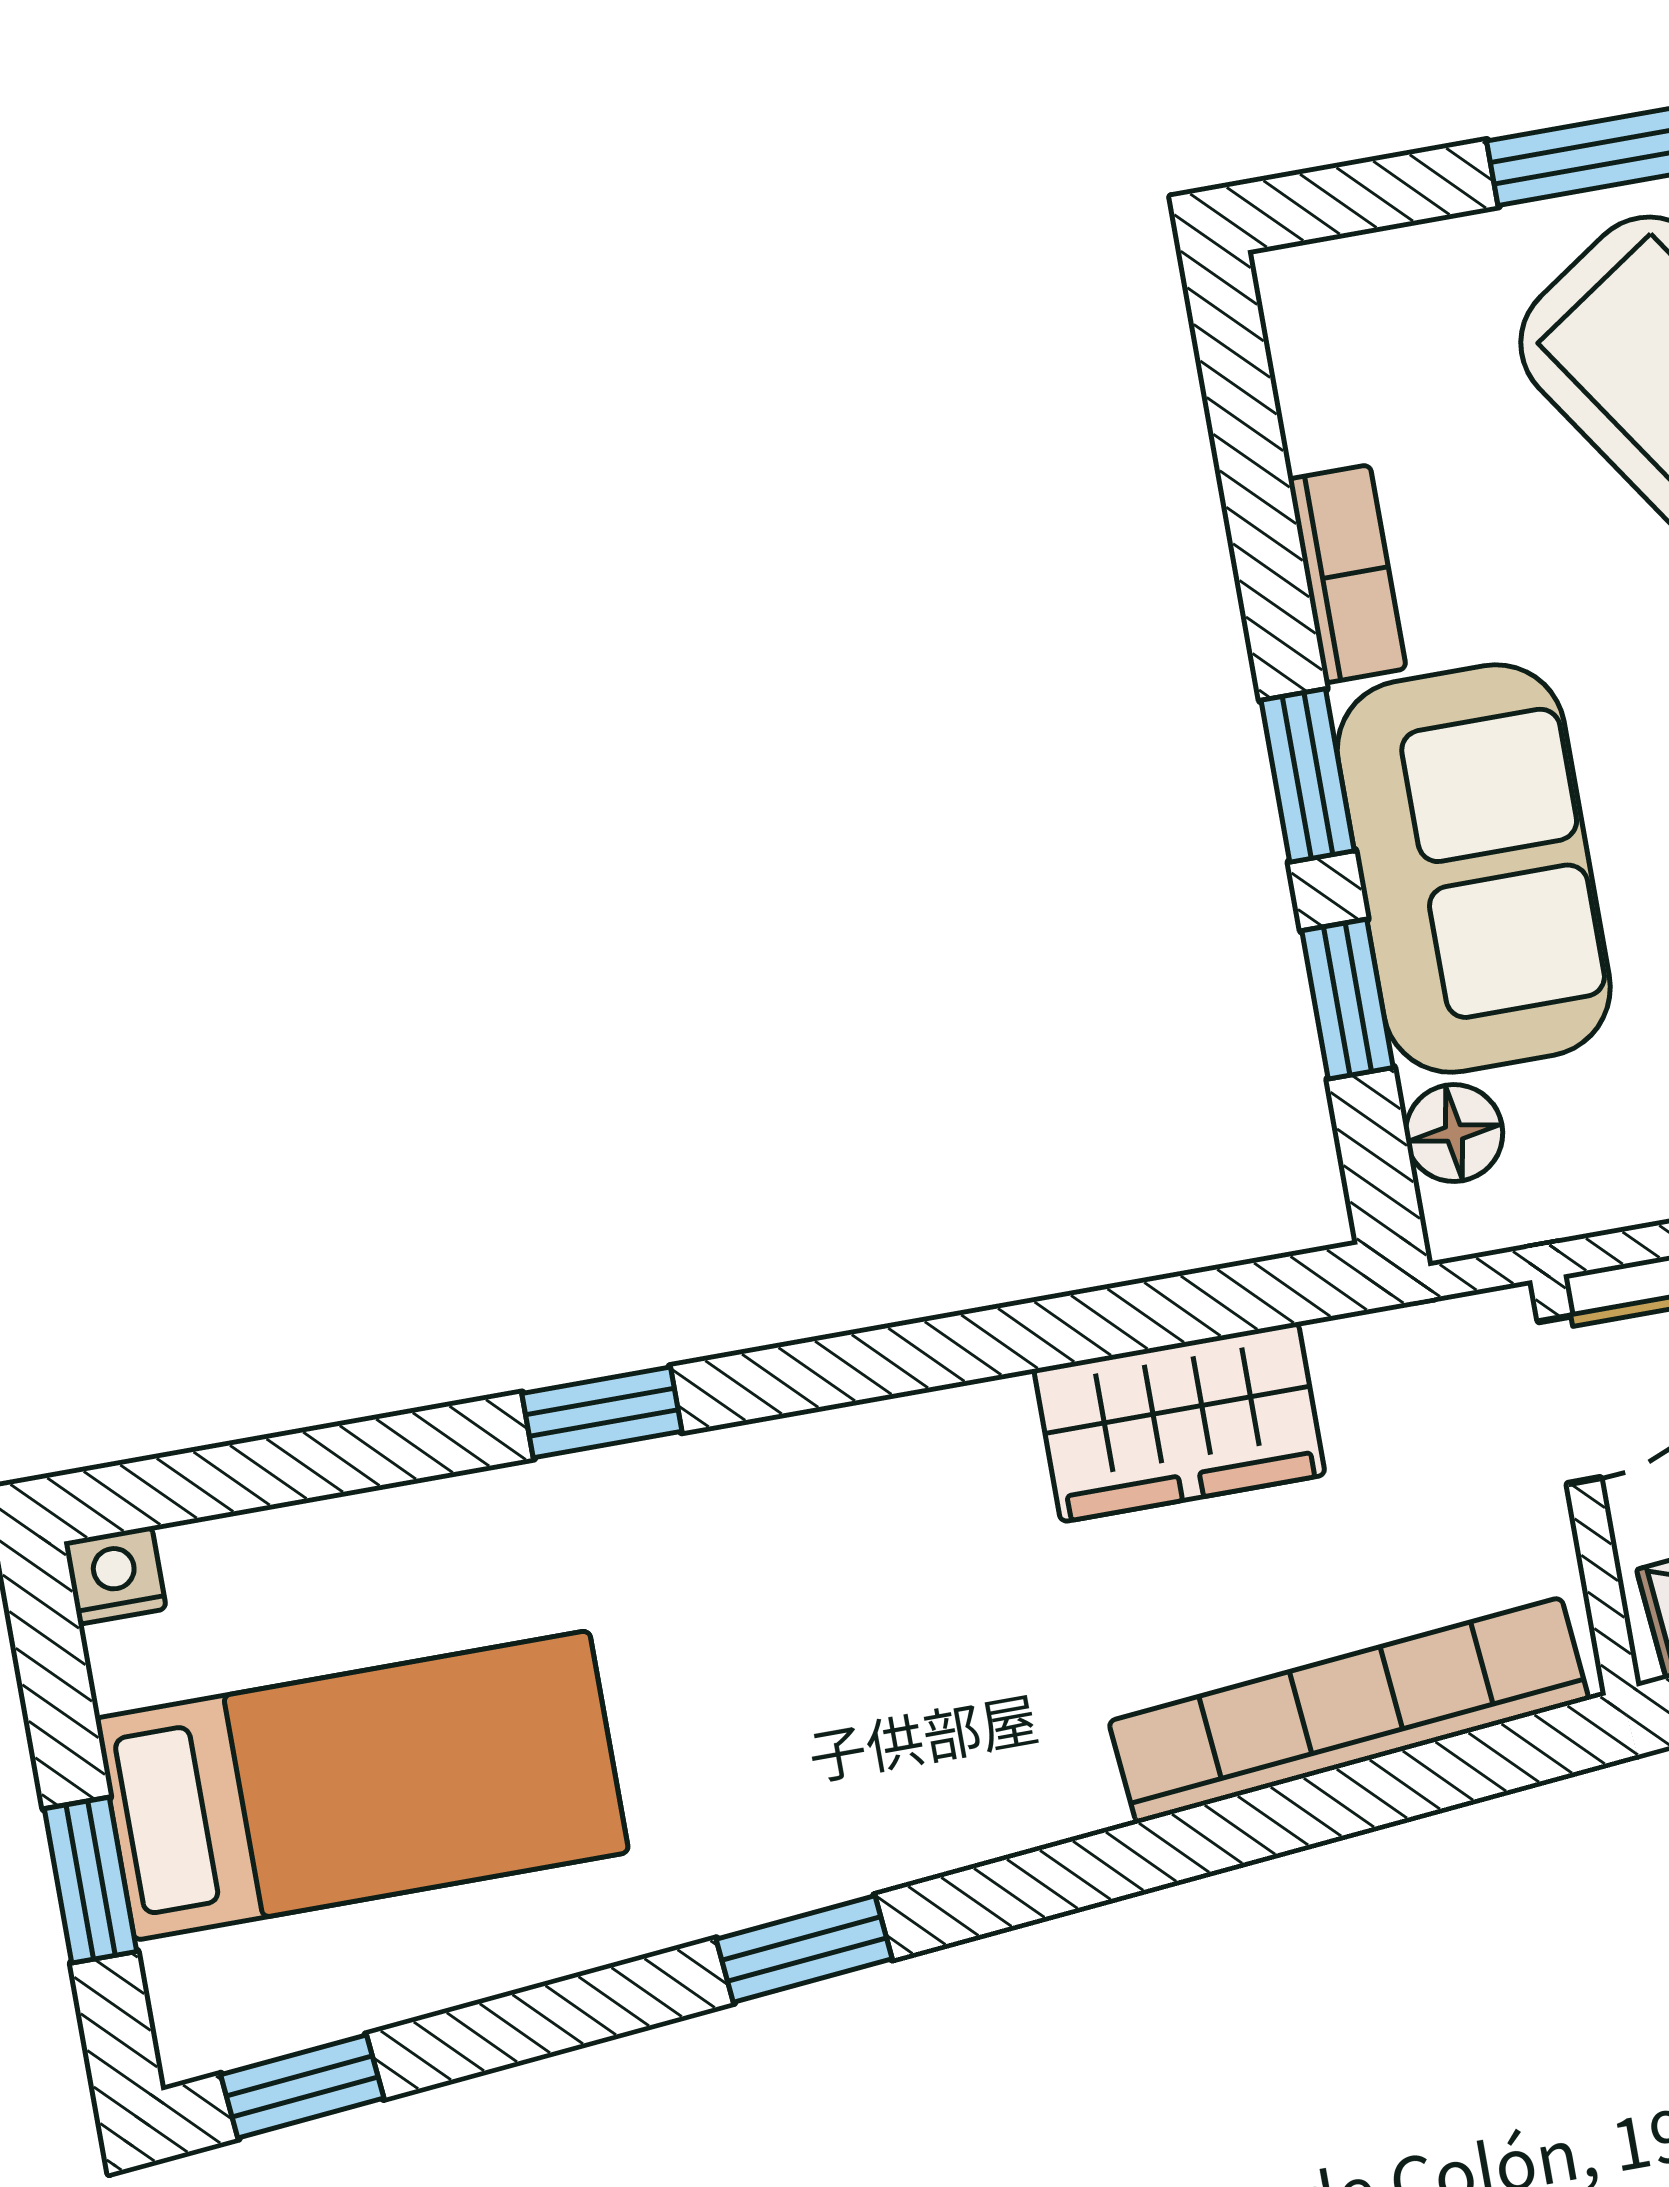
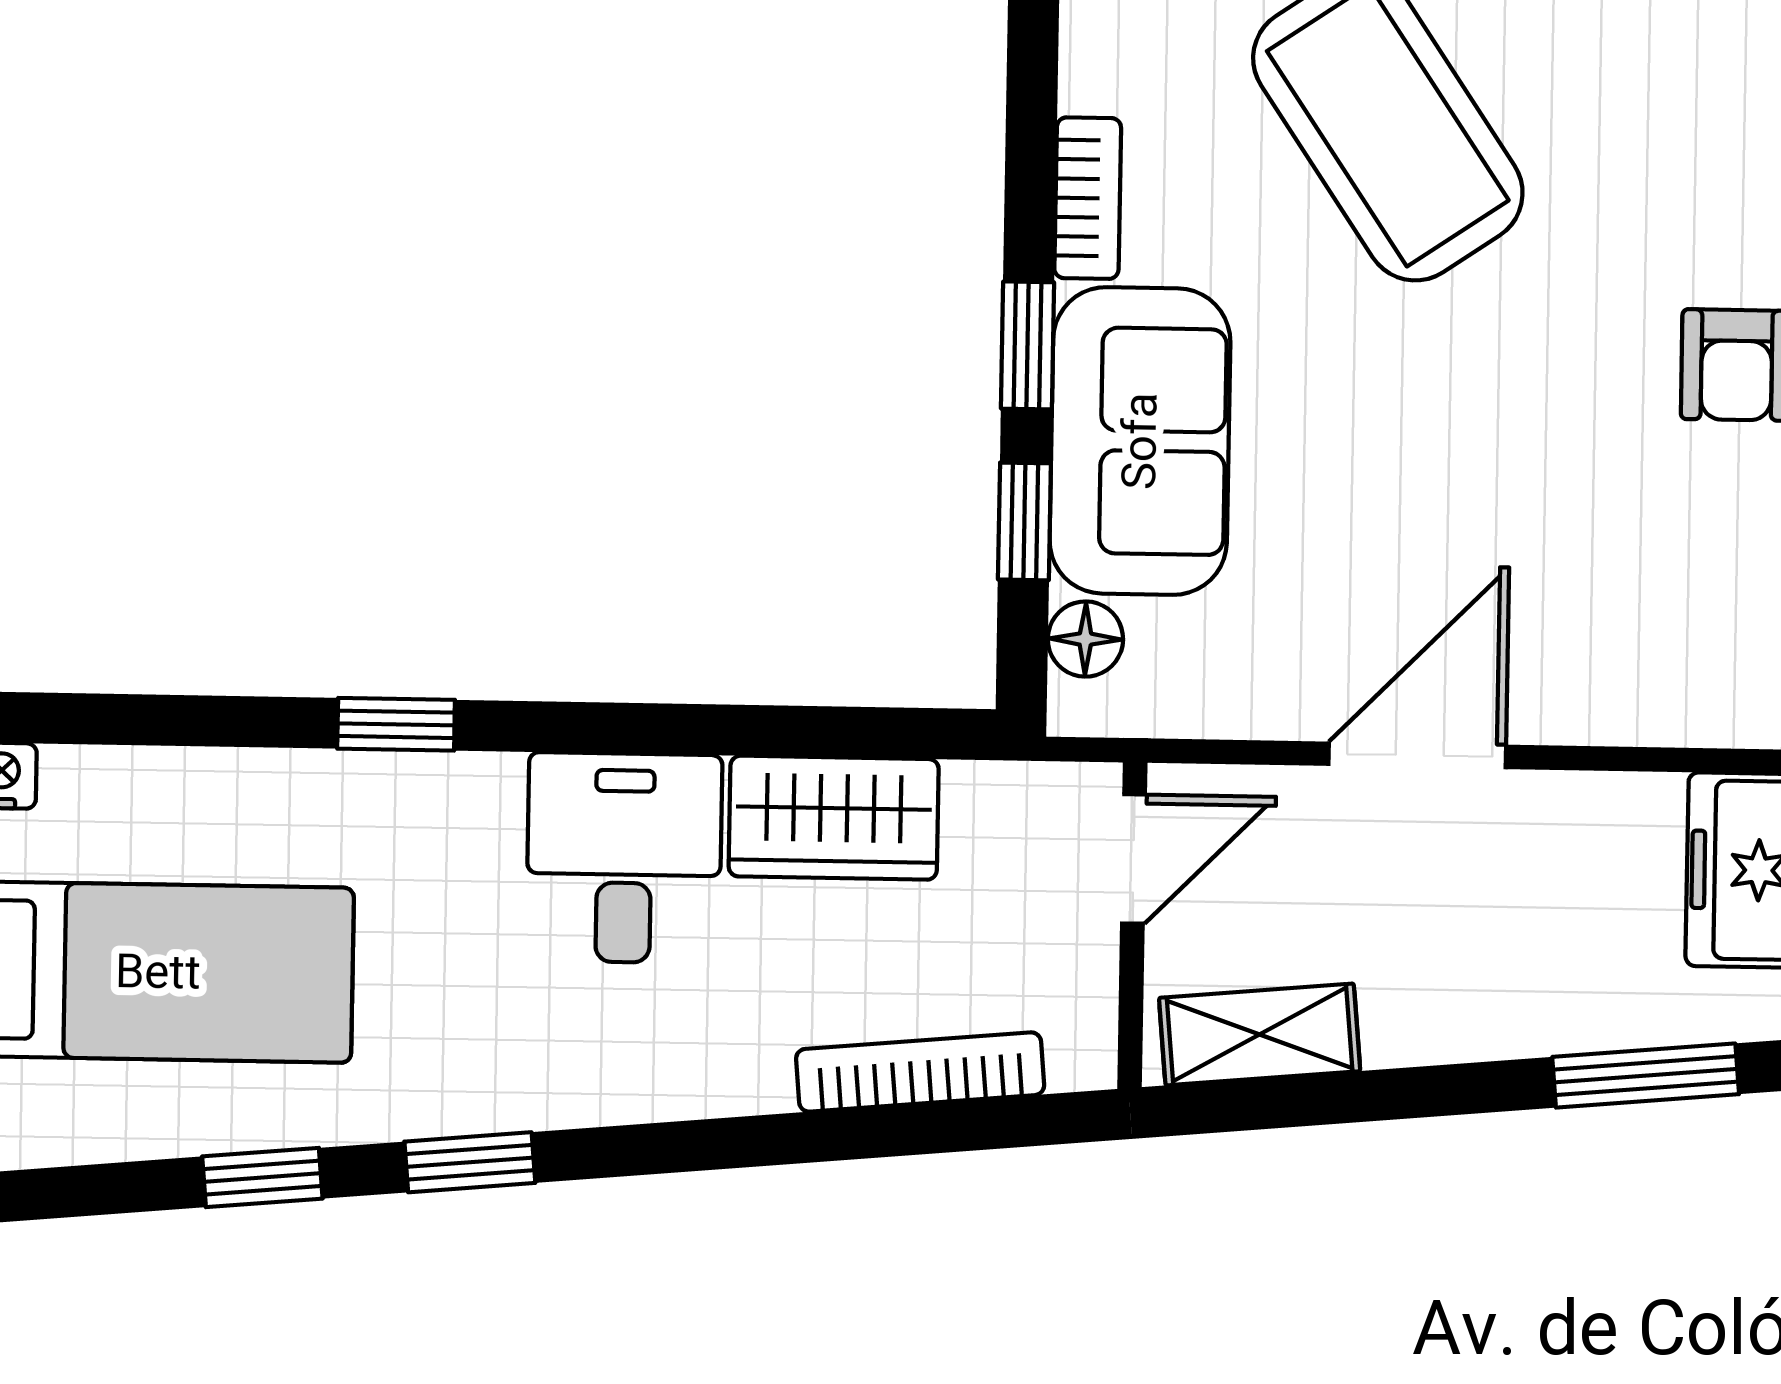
desk: (924, 1525) -> (624, 858), added
bookcase: (1349, 1710) -> (920, 1072), width x0.68, depth x0.76
window: (302, 2086) -> (262, 1178), moved

